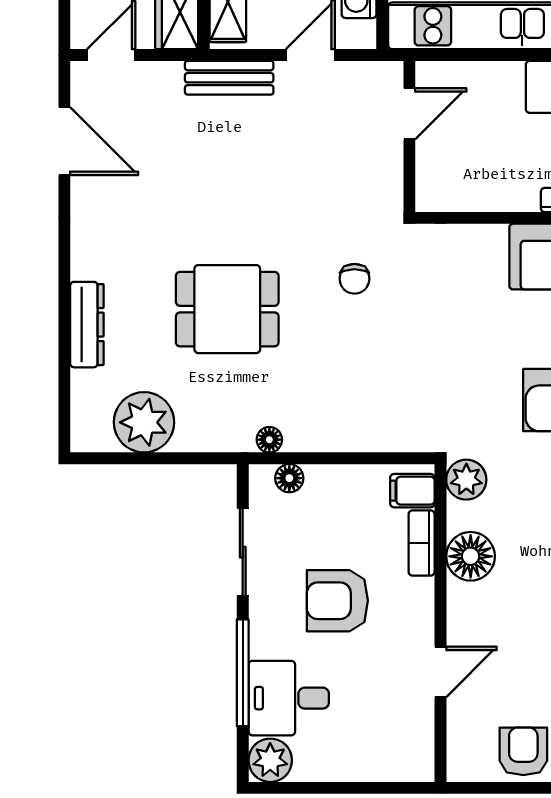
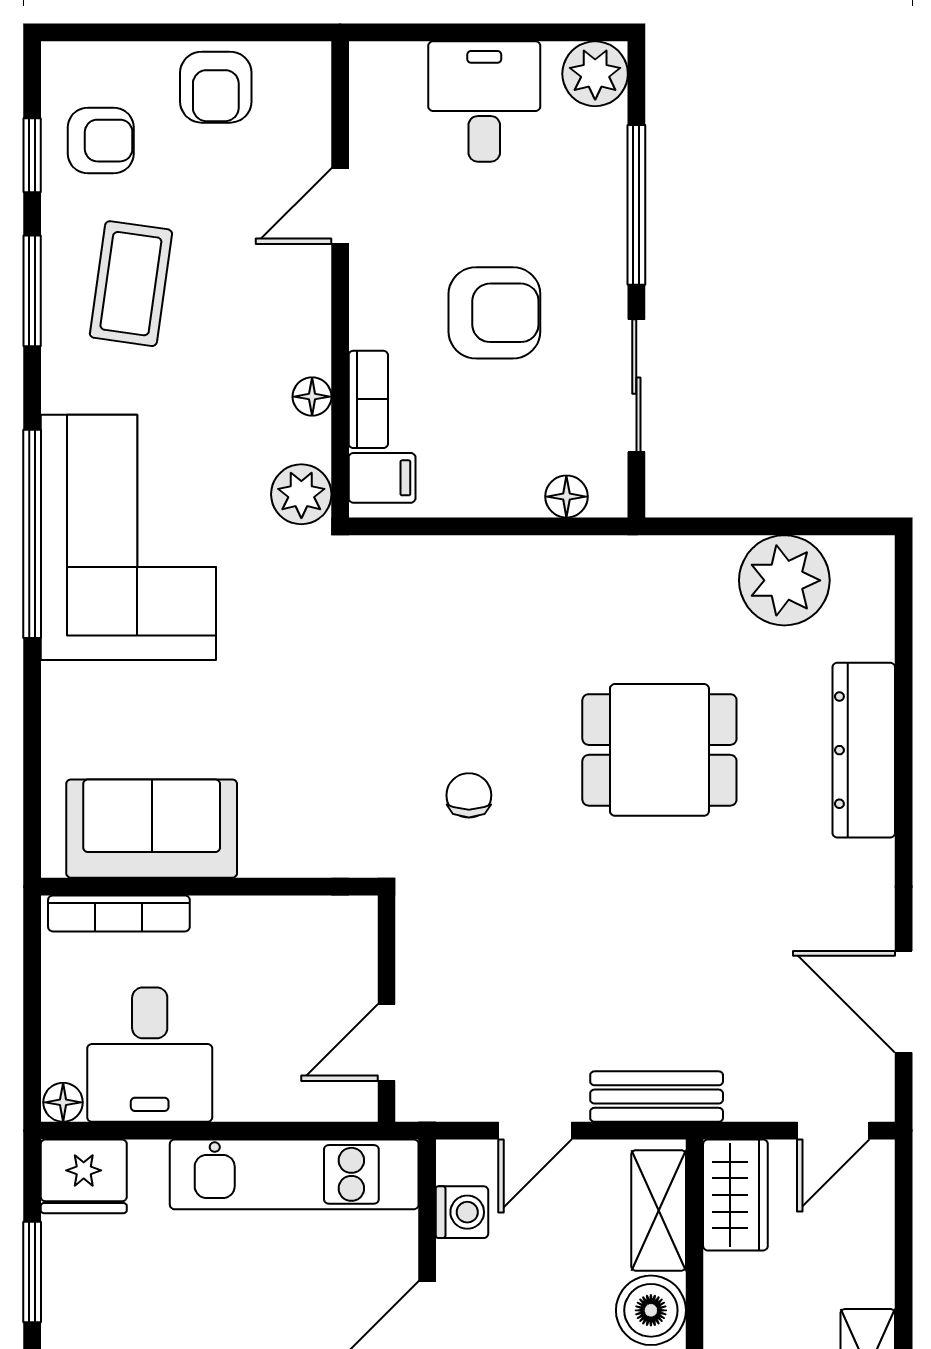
dresser: (87, 325) -> (864, 750), width x1.37, depth x1.24
floor lamp: (269, 440) -> (596, 554), removed
floor lamp: (471, 556) -> (312, 397), width x0.53, depth x0.53
desk: (289, 698) -> (484, 101), moved, turned -90

